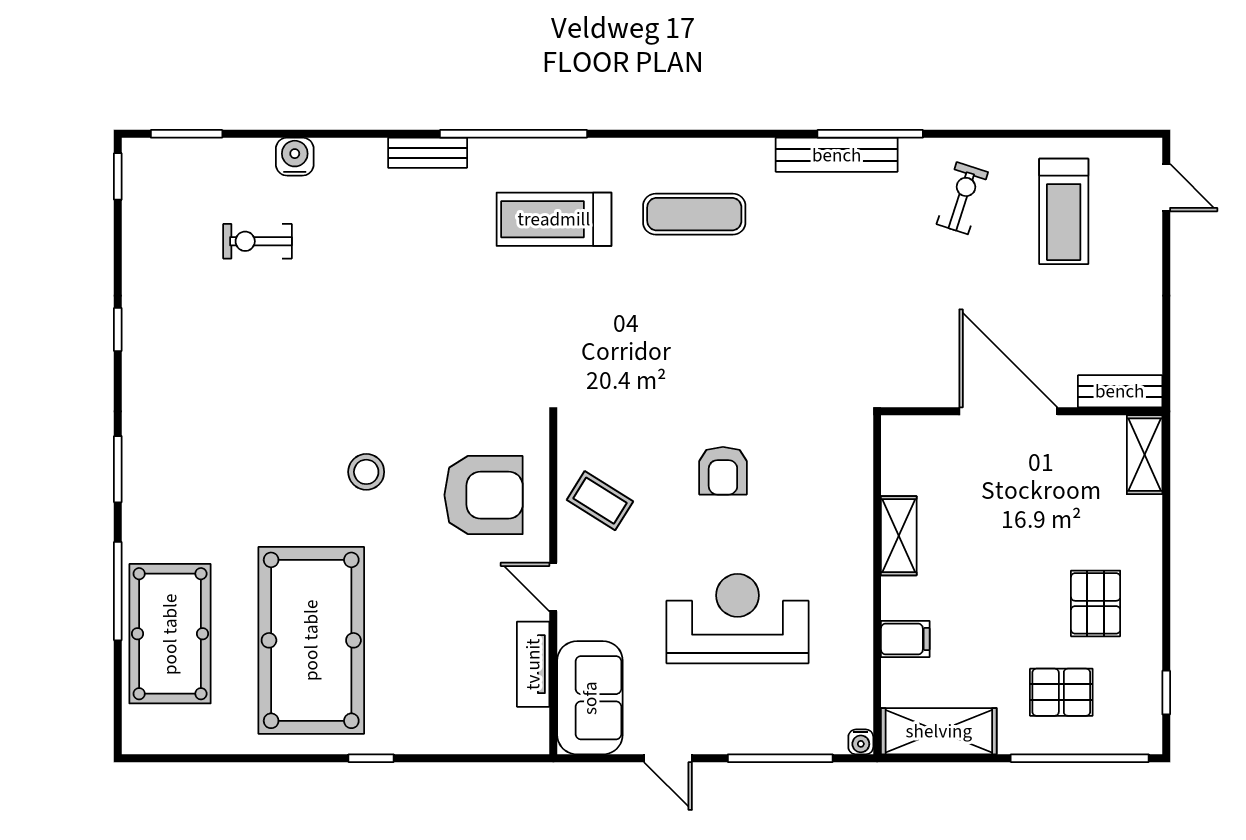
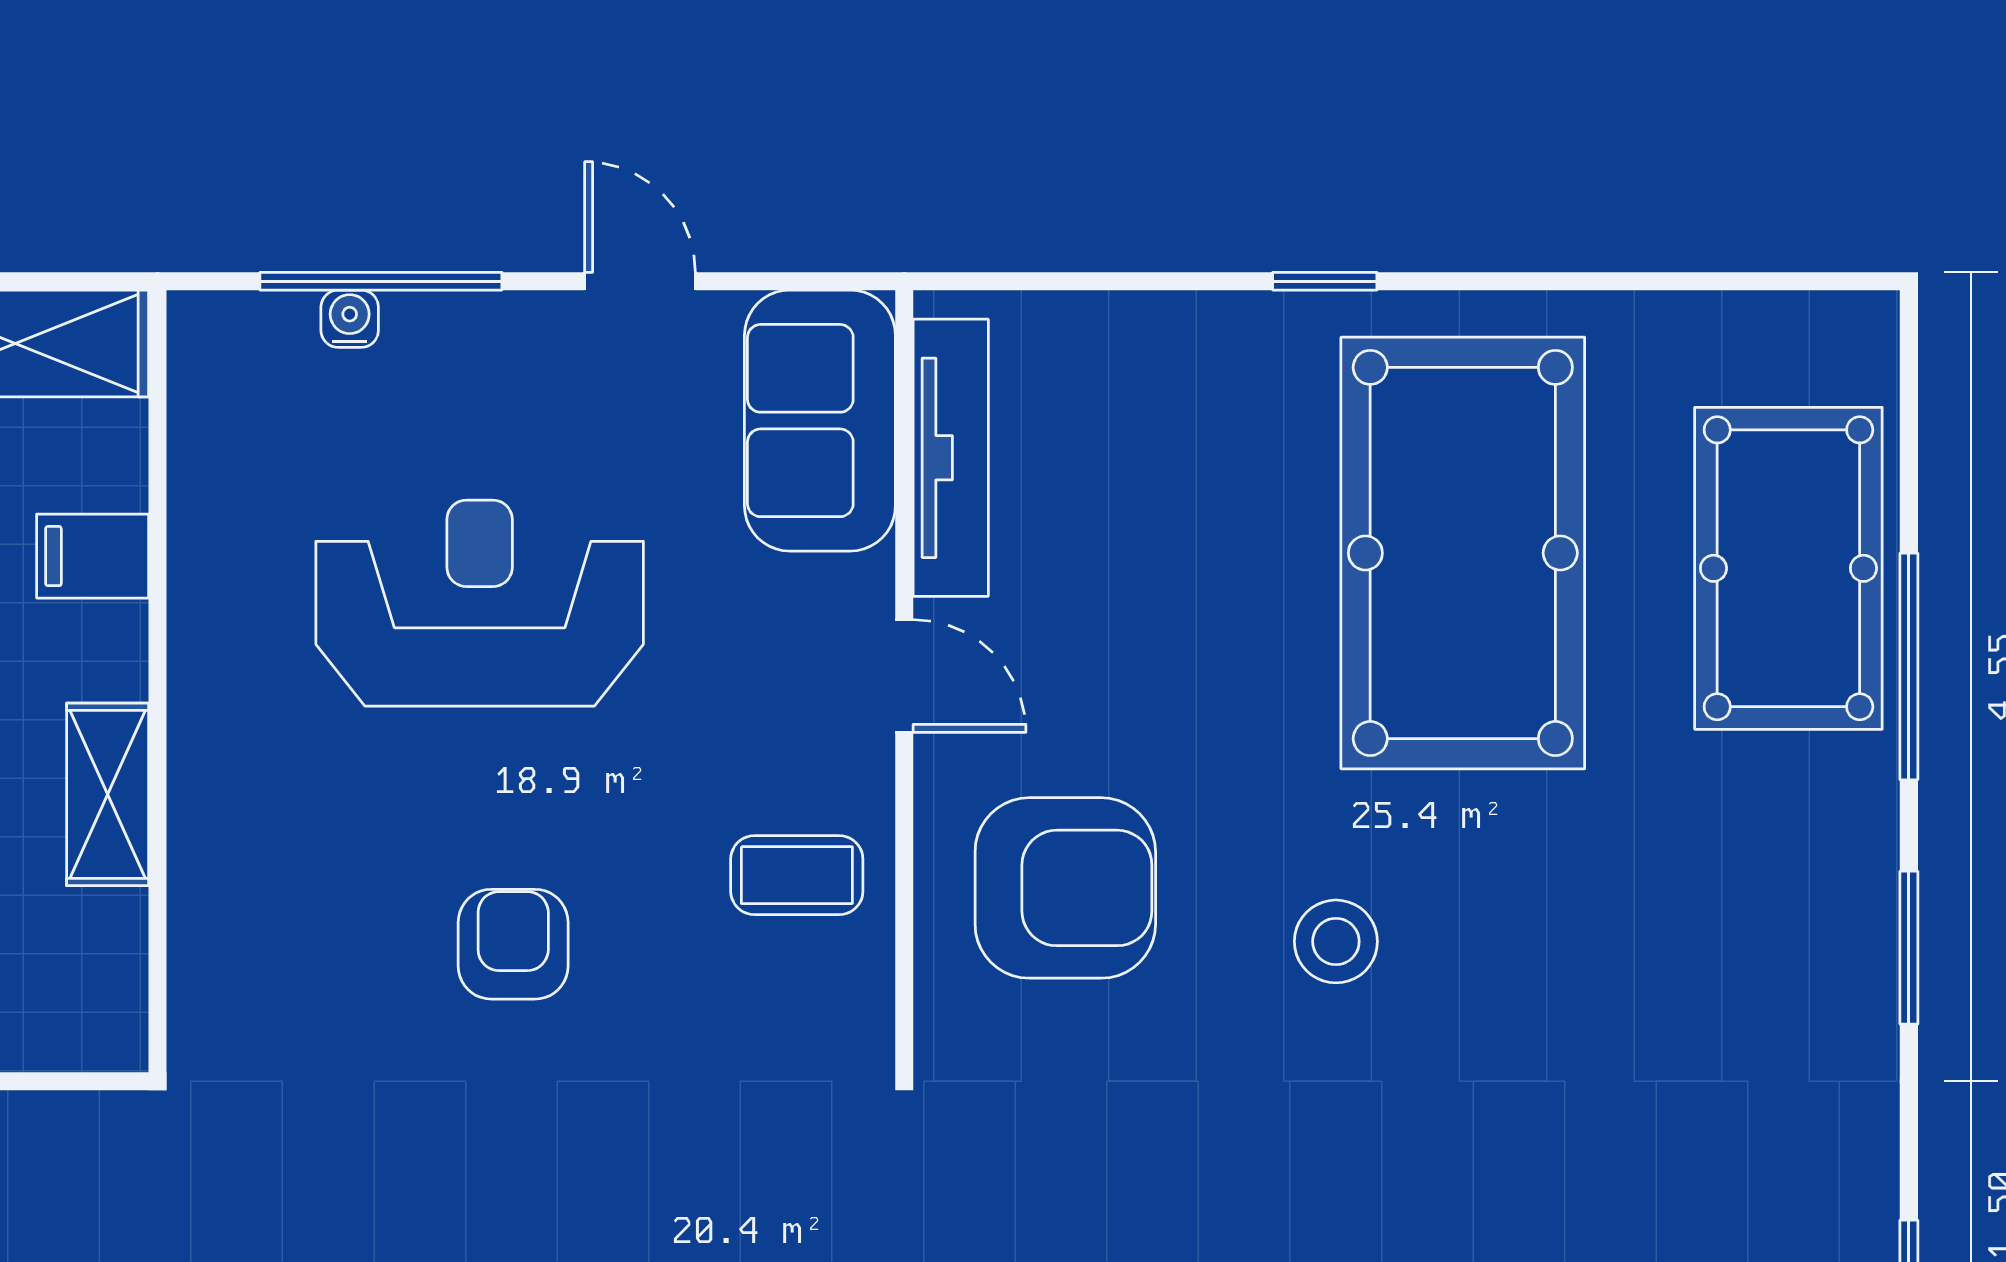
armchair: (484, 495) -> (1065, 888), turned 180
coffee table: (600, 501) -> (797, 875), turned -32
reception desk: (737, 619) -> (480, 603), turned 180
tv unit: (533, 664) -> (951, 458), width x1.41
water cooler: (861, 742) -> (350, 319), moved

